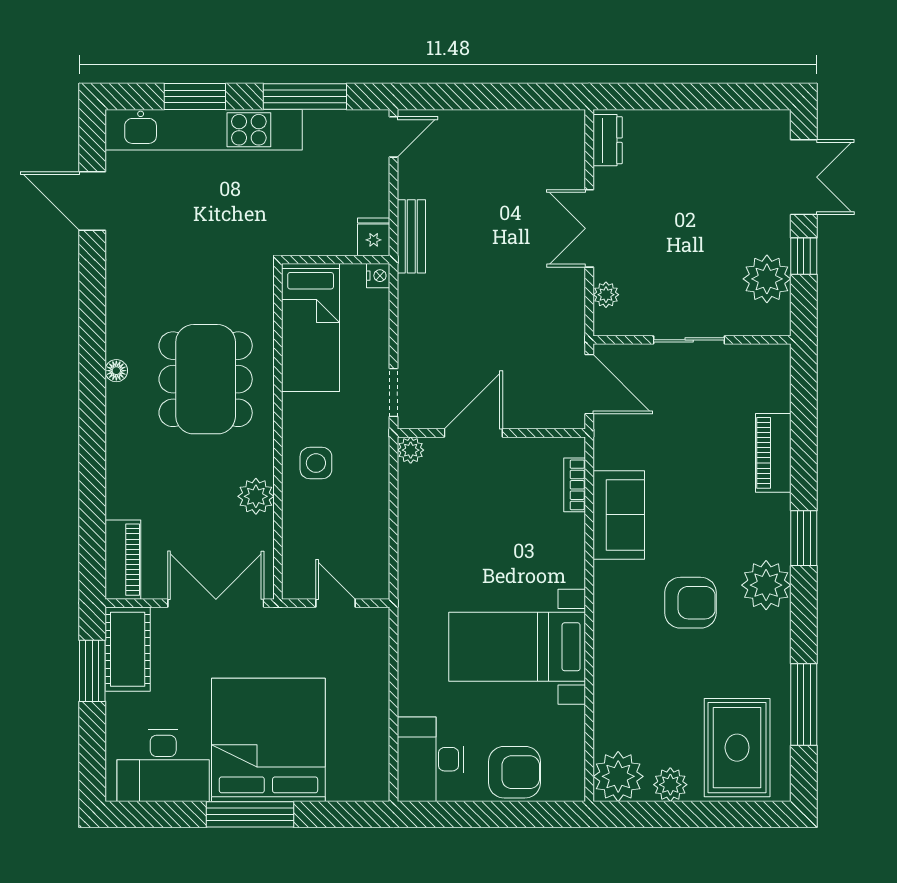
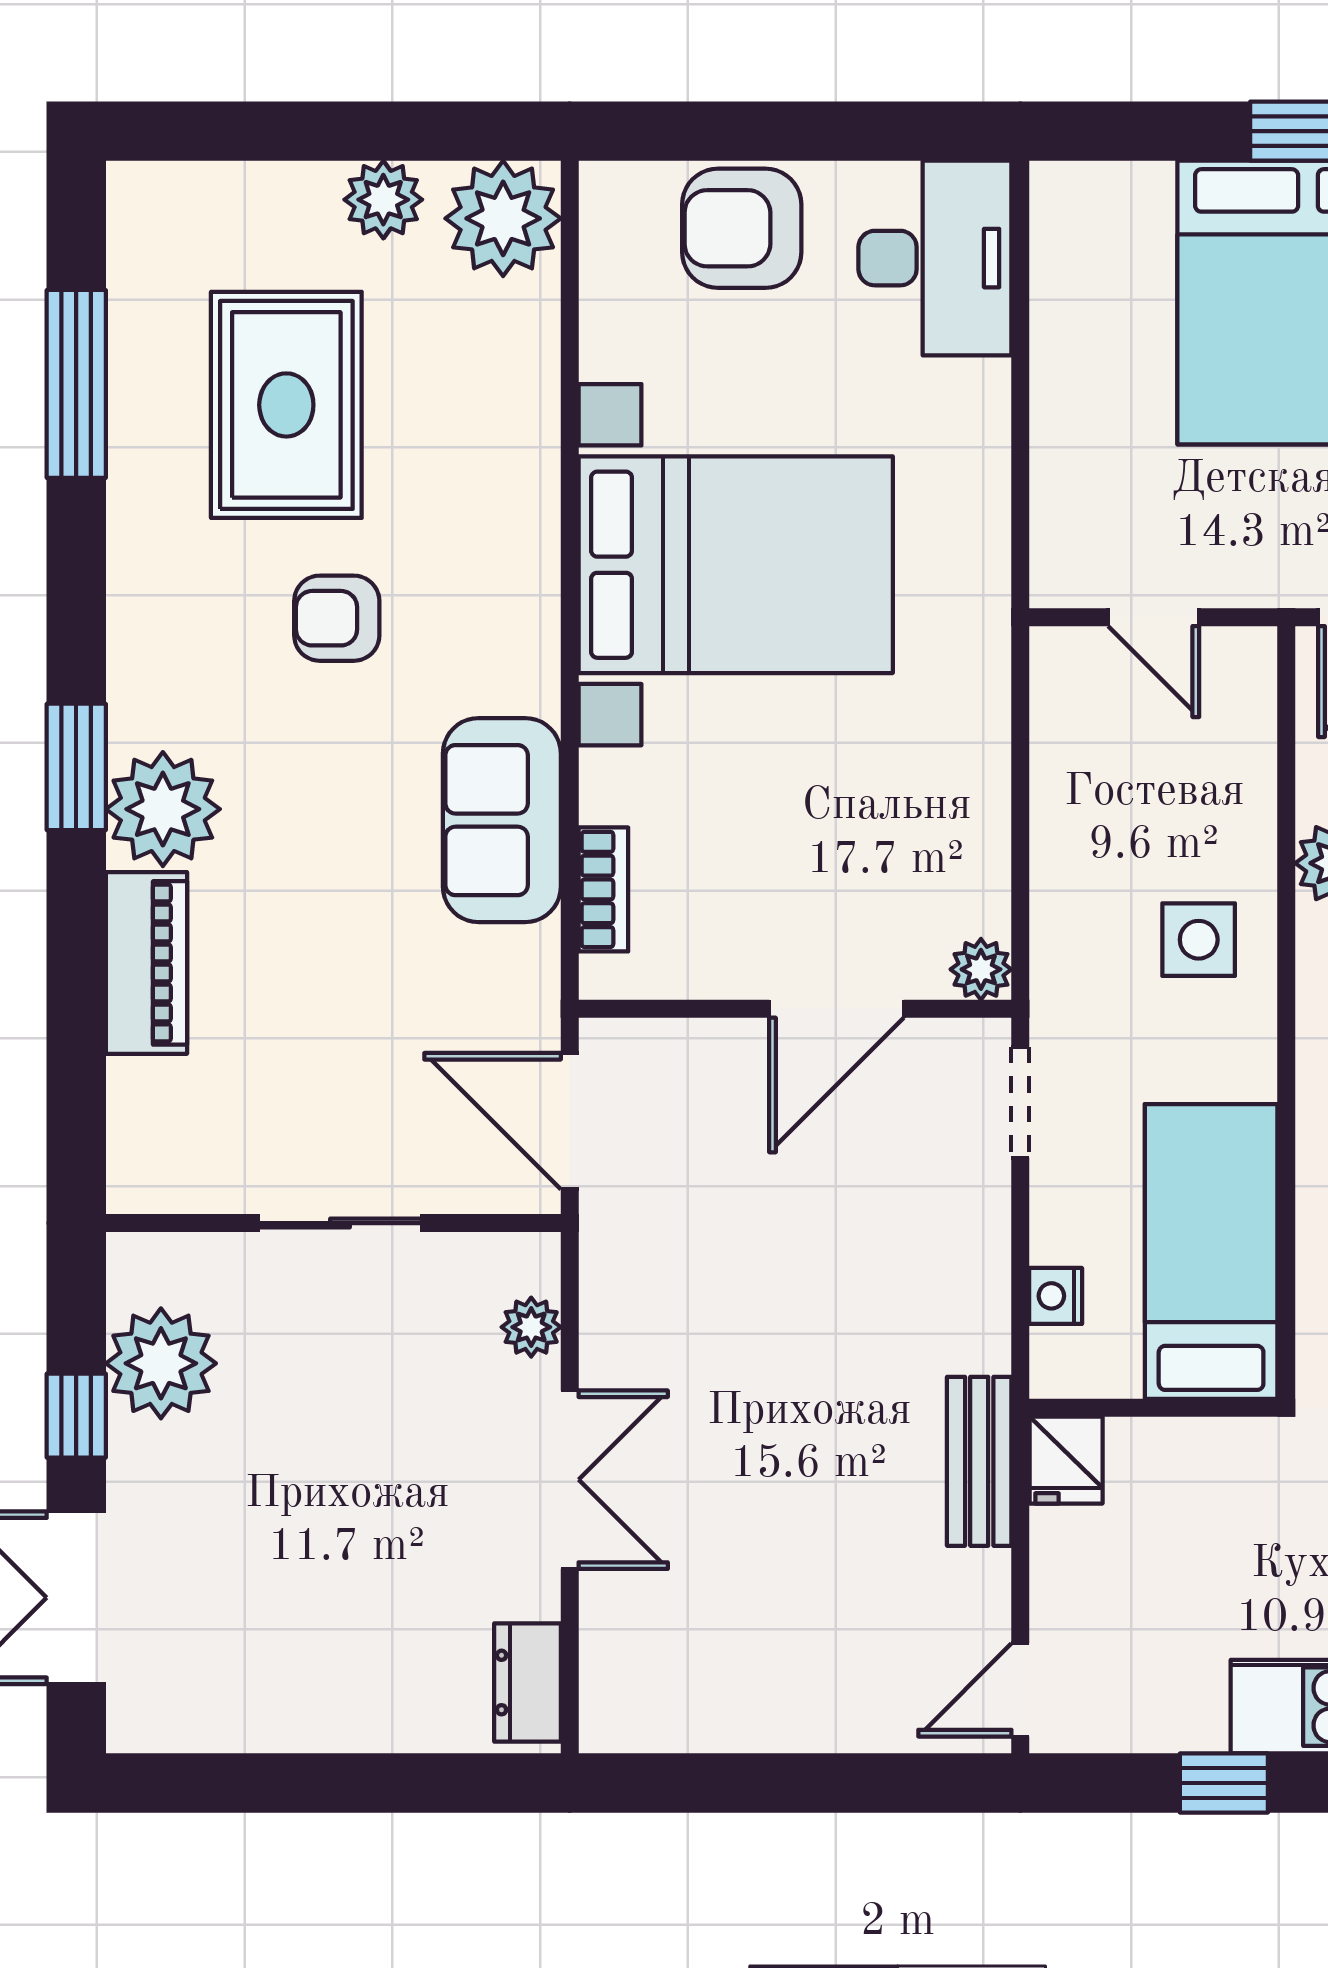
window: (305, 97) -> (1224, 1783), width x0.46
nightstand: (378, 276) -> (1056, 1296), moved
plant: (766, 585) -> (163, 809), moved
armchair: (690, 603) -> (337, 618), width x0.72, depth x0.72
bed with nightstands: (517, 647) -> (736, 565), width x1.36
rug: (737, 748) -> (286, 405), moved

